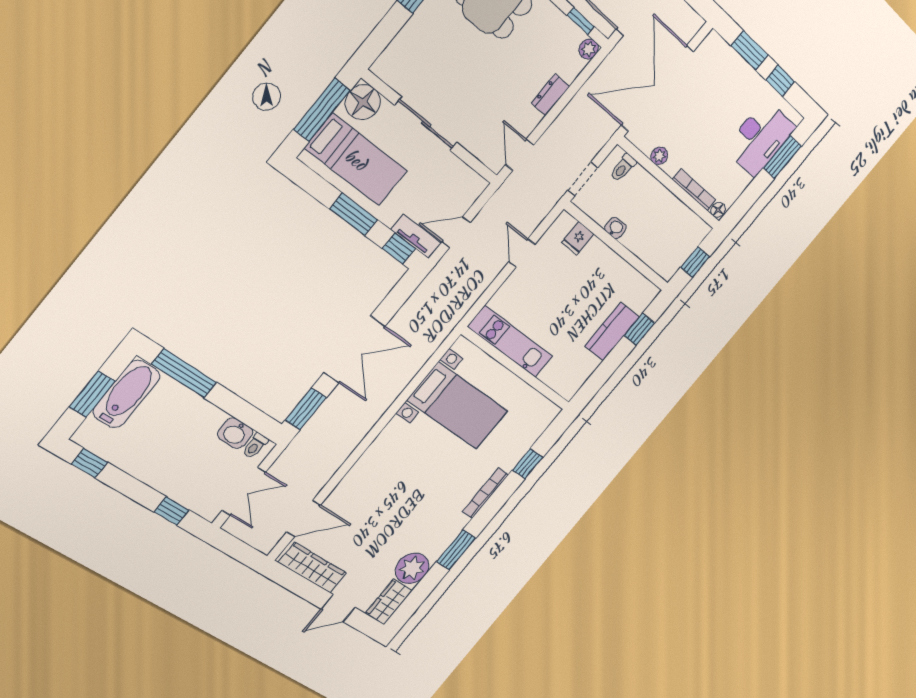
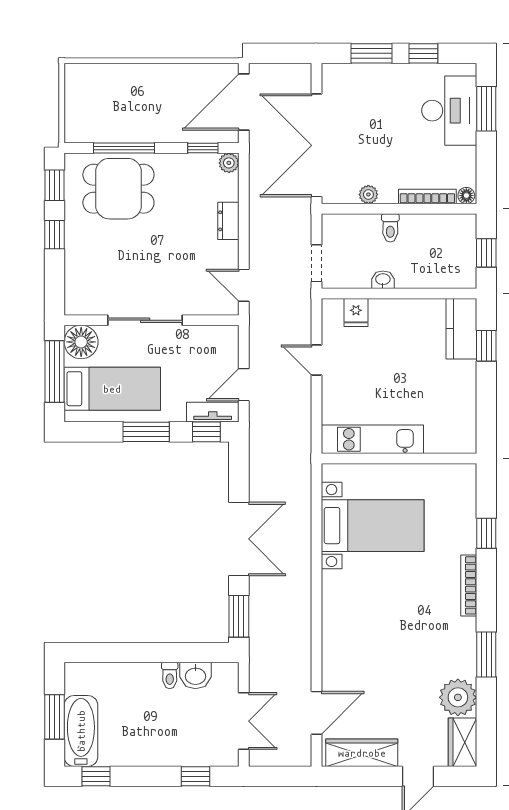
toilet: (623, 168) -> (390, 228), moved
kitchen counter: (612, 332) -> (461, 329), moved
window: (184, 373) -> (114, 653), removed
bathtub: (126, 394) -> (81, 731), moved
toilet: (255, 446) -> (170, 675), moved

